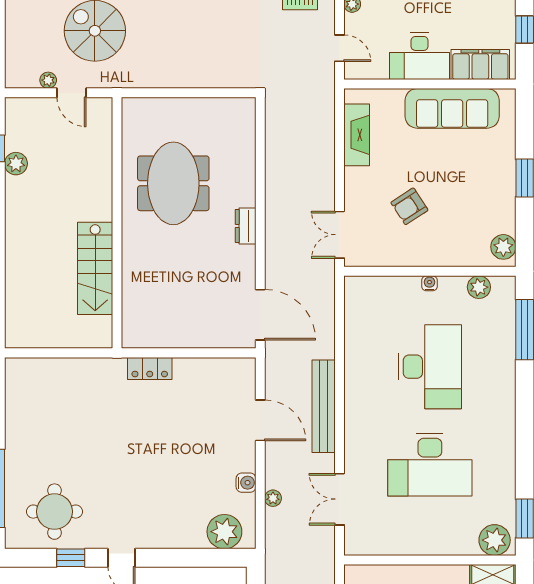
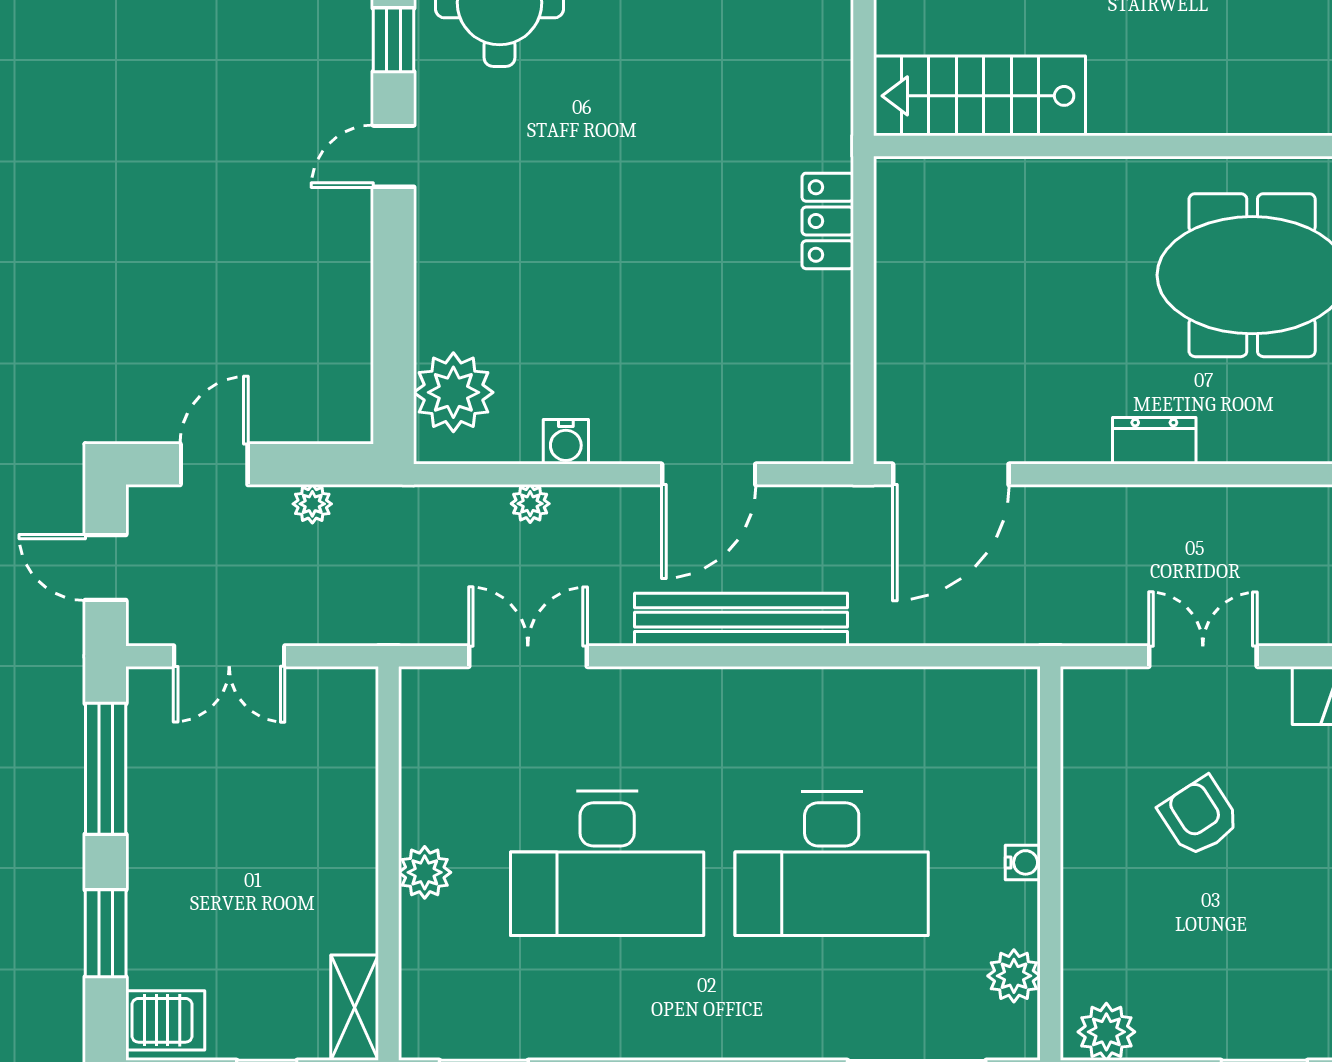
double door: (340, 235) -> (1203, 656), moved
stairs: (95, 268) -> (979, 96), moved
desk: (430, 465) -> (607, 863), turned -90
plant: (495, 540) -> (425, 872), moved, width x0.73, depth x0.73

